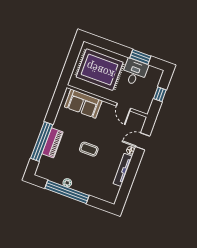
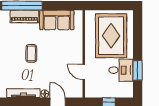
sofa: (83, 104) -> (57, 20), moved, turned -90
door: (124, 107) -> (84, 72), hinge flipped

